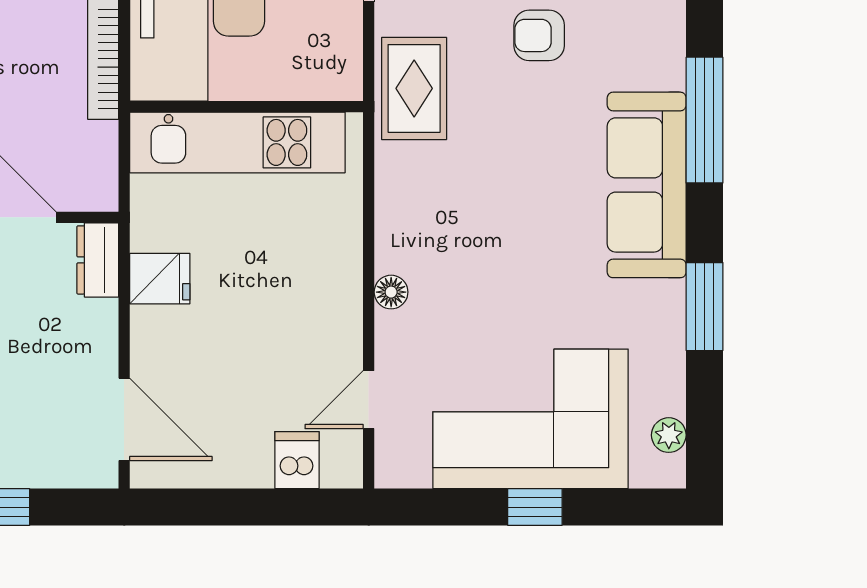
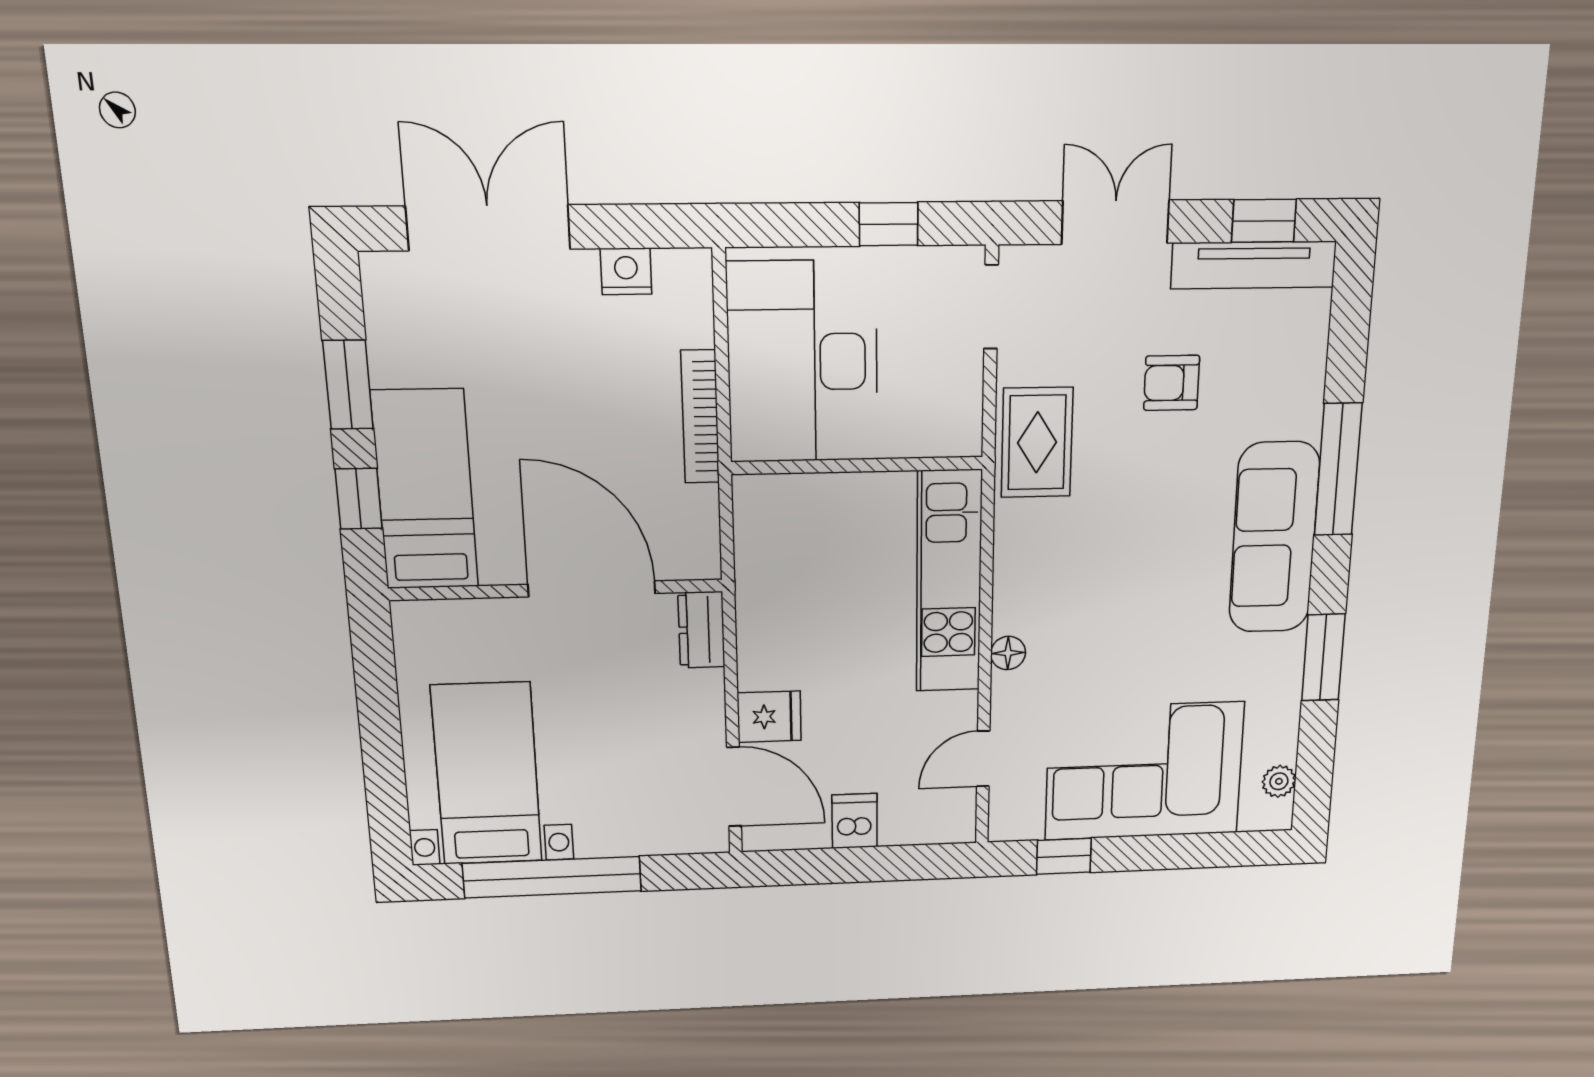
kitchen unit: (237, 142) -> (949, 582), moved, turned 90
fridge: (160, 279) -> (769, 717), moved
dishwasher: (297, 460) -> (855, 821), moved
window: (535, 507) -> (1064, 856), moved

